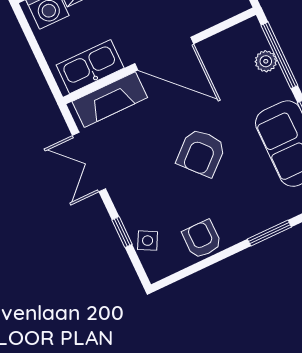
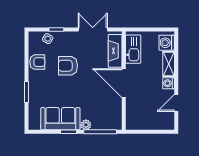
door: (164, 54) -> (124, 83), hinge flipped
plant: (266, 61) -> (86, 125), moved
armchair: (201, 153) -> (68, 66), moved, turned -48

